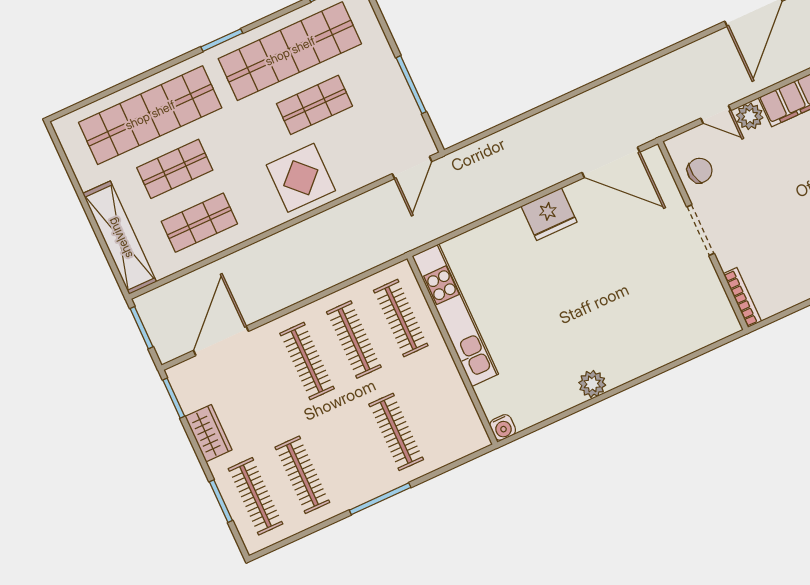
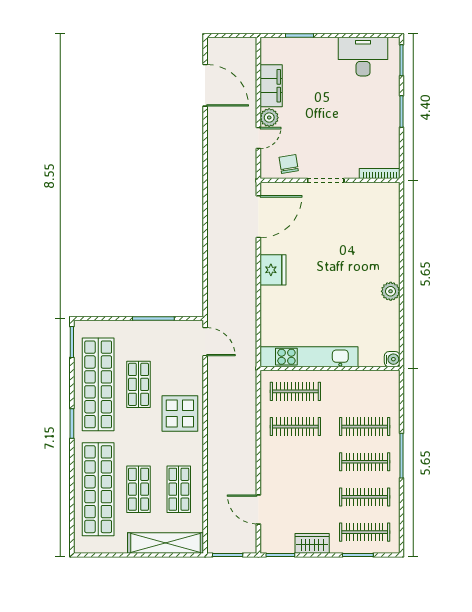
door: (221, 341) -> (258, 509), width x0.73
clothes rail: (307, 361) -> (365, 462), moved

